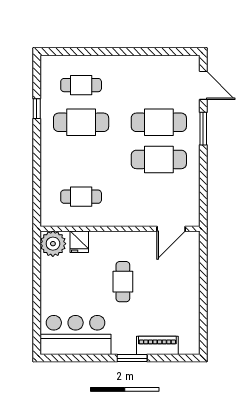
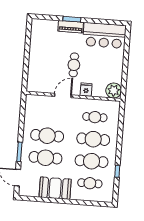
booth: (139, 72) -> (55, 188), added
cafe table: (81, 159) -> (93, 139), added
door: (171, 229) -> (63, 96), moved
fridge: (79, 242) -> (86, 90), moved
piano: (157, 345) -> (71, 27), moved

